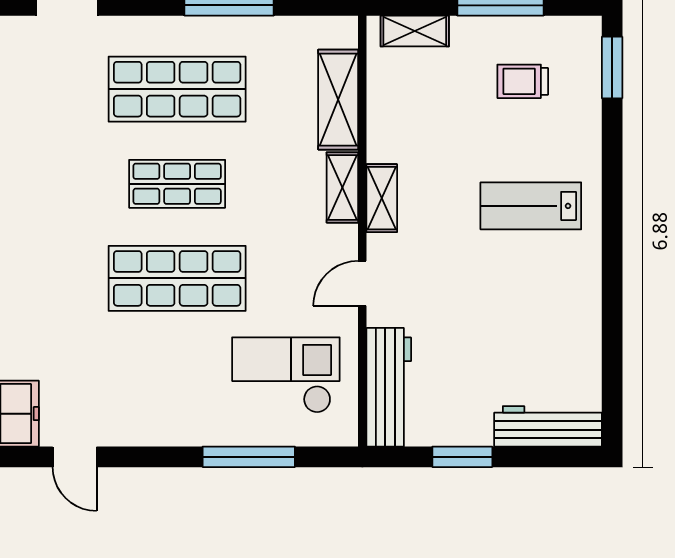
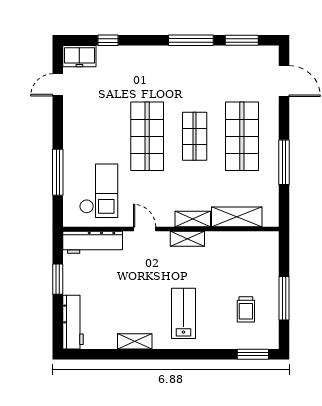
shelving: (415, 31) -> (135, 341), moved, turned 90
trolley: (523, 81) -> (246, 309), turned 180

